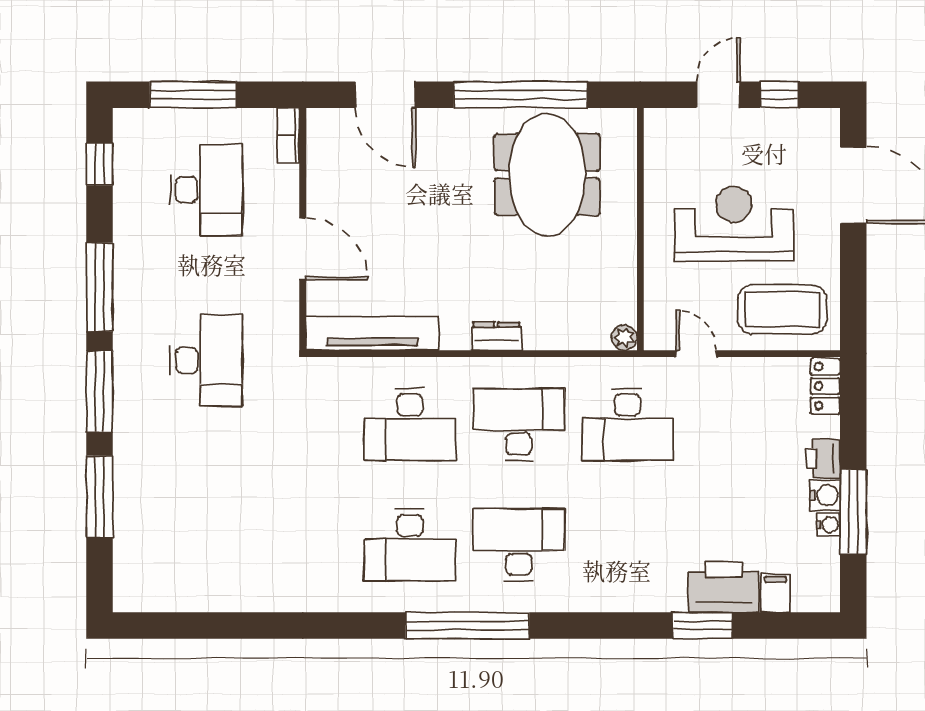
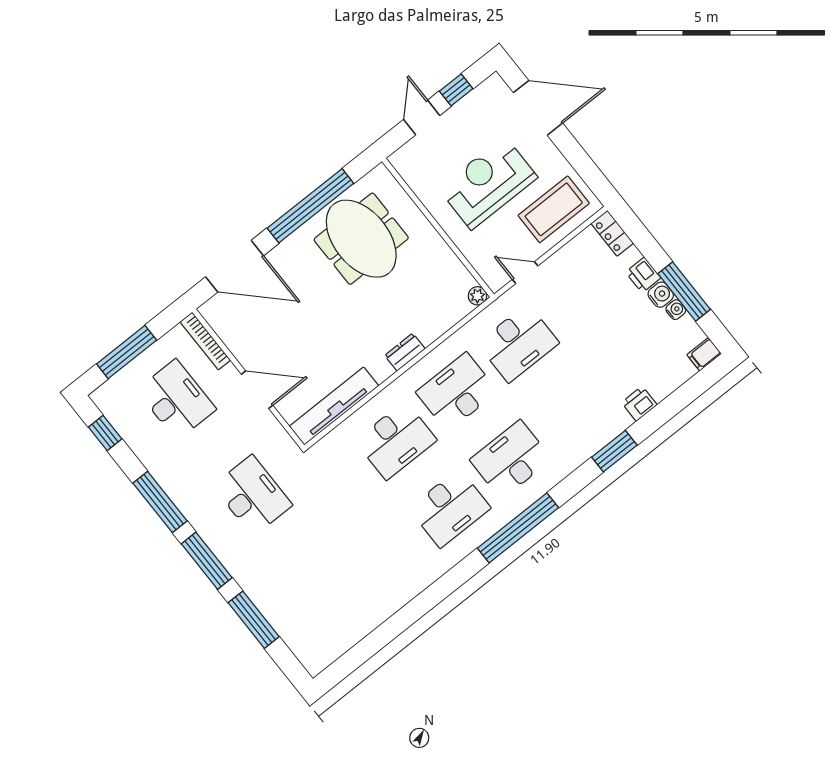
door: (385, 95) -> (235, 266), width x1.36
bookcase: (288, 135) -> (205, 341), width x1.56
printer: (723, 587) -> (639, 404), width x0.53, depth x0.68
filing cabinet: (776, 593) -> (704, 354), moved, turned -90
window: (703, 626) -> (614, 451), moved

